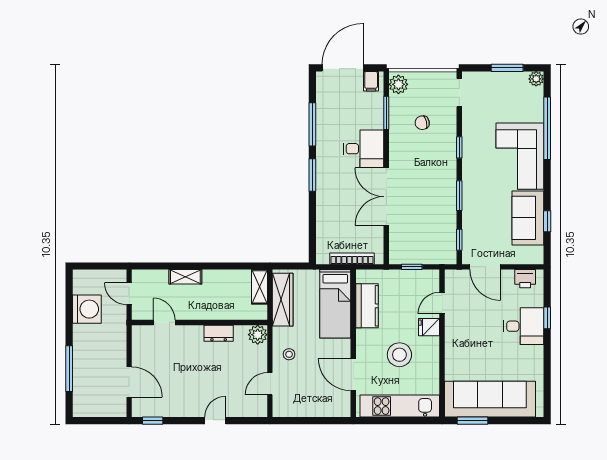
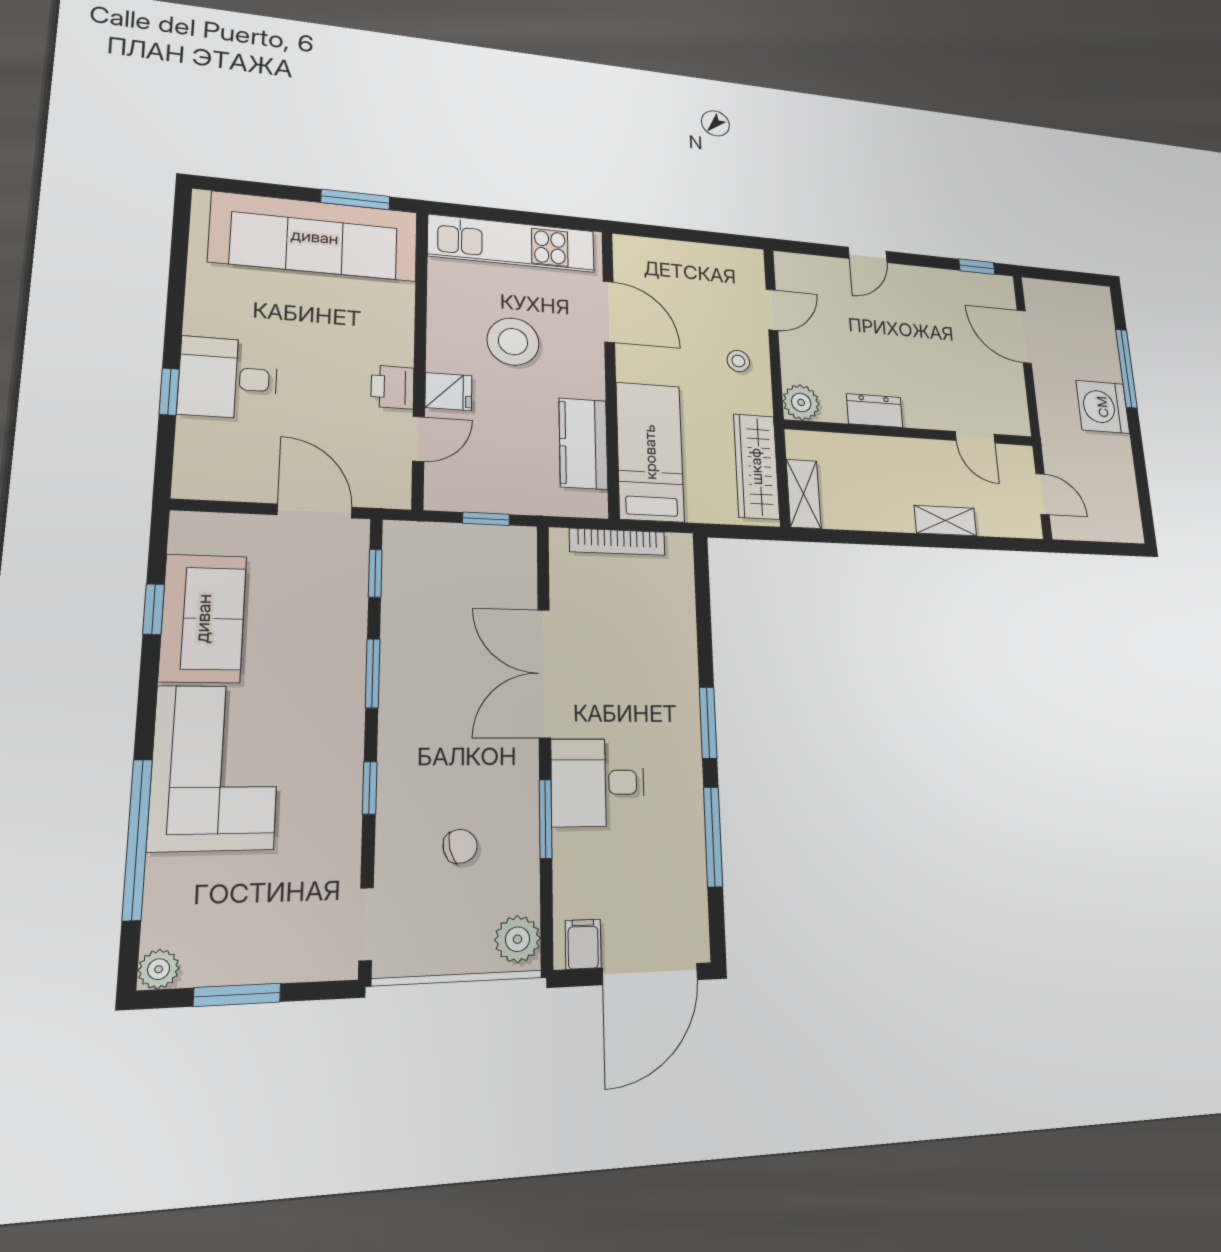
window: (386, 113) -> (546, 819), moved
double door: (386, 197) -> (544, 673), swing flipped
printer: (525, 279) -> (393, 387), moved, turned -90
washing machine: (87, 309) -> (1103, 407), moved

